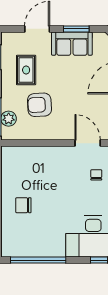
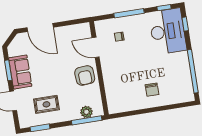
armchair: (39, 105) -> (85, 75), moved
door: (88, 143) -> (96, 47), hinge flipped

